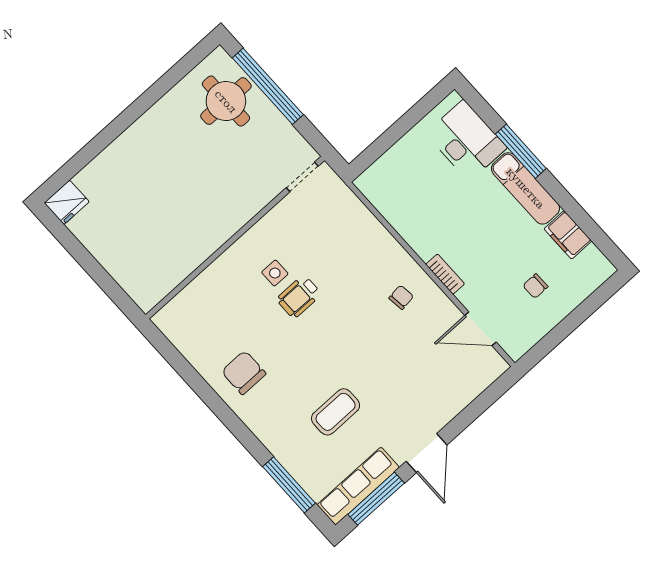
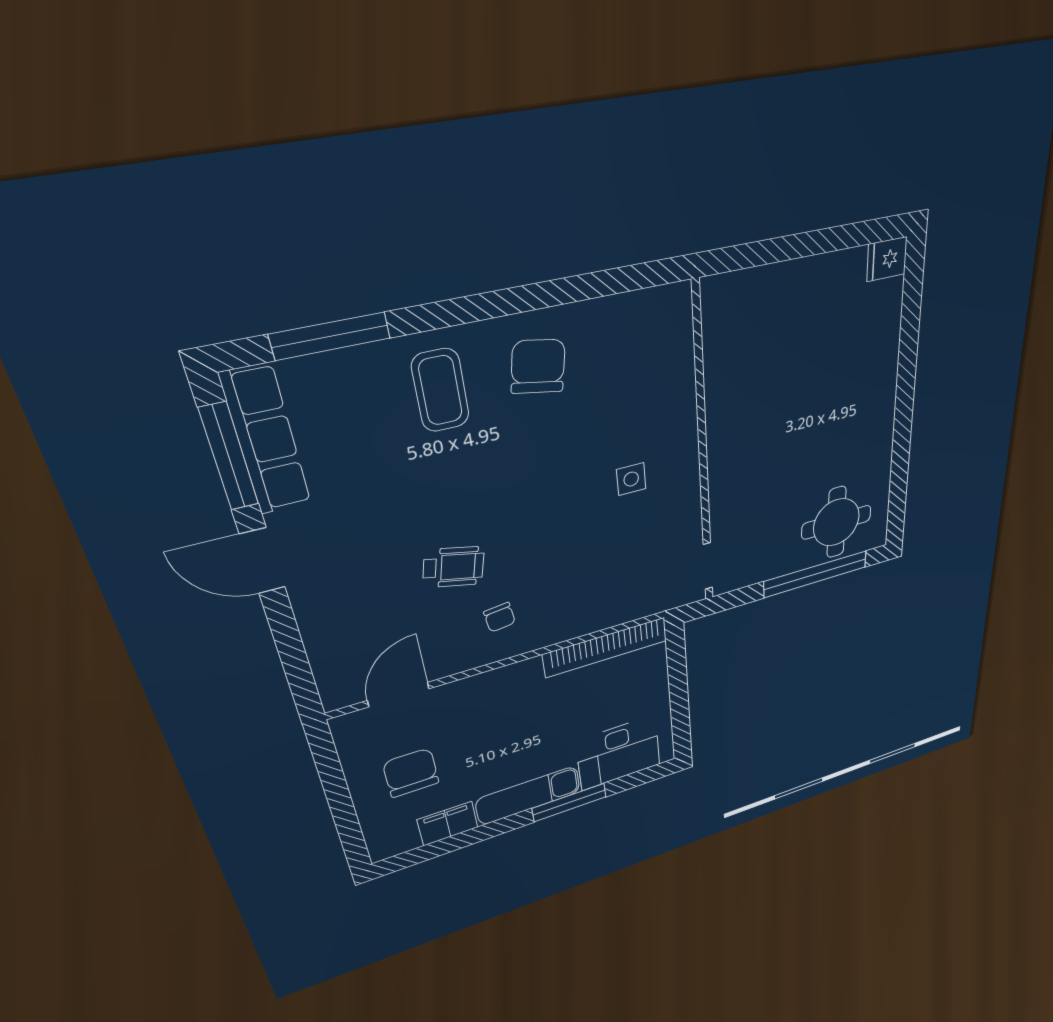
fridge: (67, 202) -> (887, 259), width x0.72
bookcase: (445, 274) -> (606, 647), moved, width x2.31, depth x1.31
chair: (535, 286) -> (411, 773), width x1.87, depth x1.87
wheelchair: (299, 297) -> (454, 567), moved, turned 103
chair: (244, 373) -> (538, 366), turned -80
coffee table: (336, 412) -> (440, 390), moved

